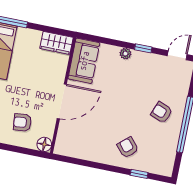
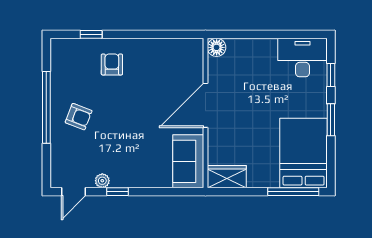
plant: (125, 54) -> (102, 181), moved
armchair: (22, 122) -> (249, 69), removed
armchair: (128, 147) -> (112, 64), turned -139

